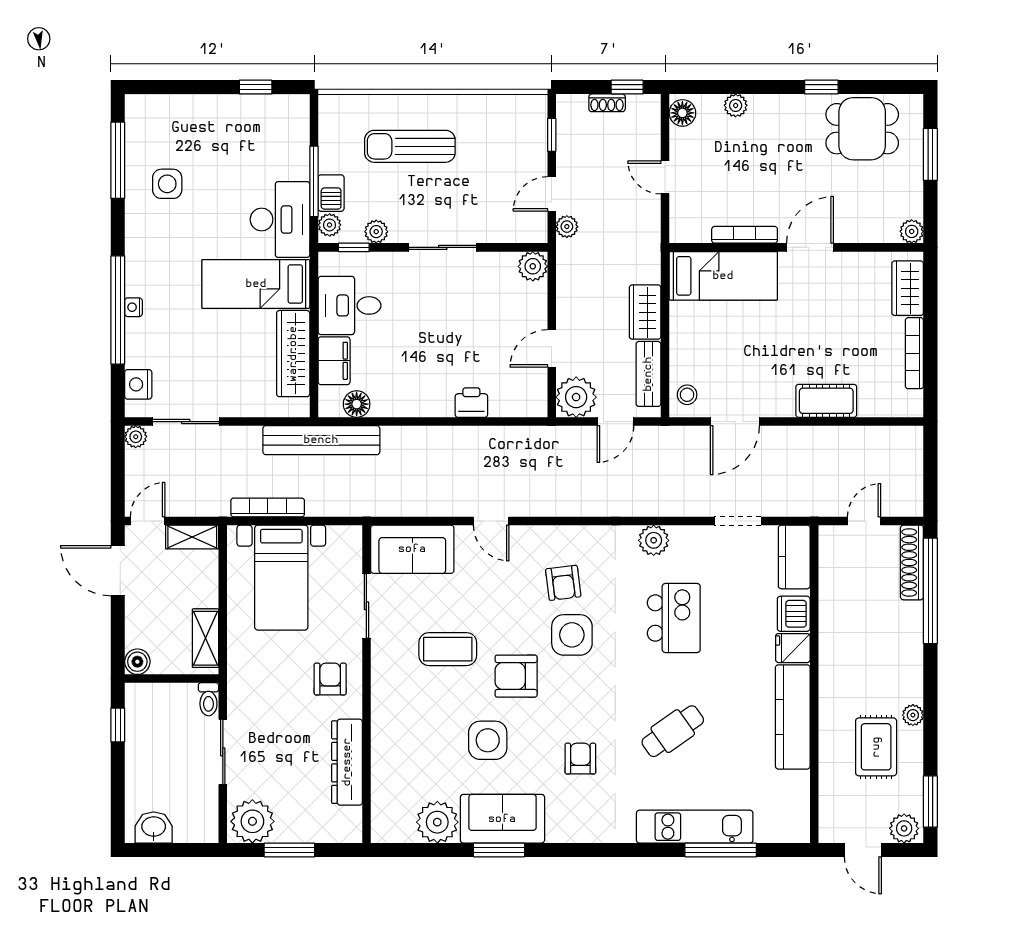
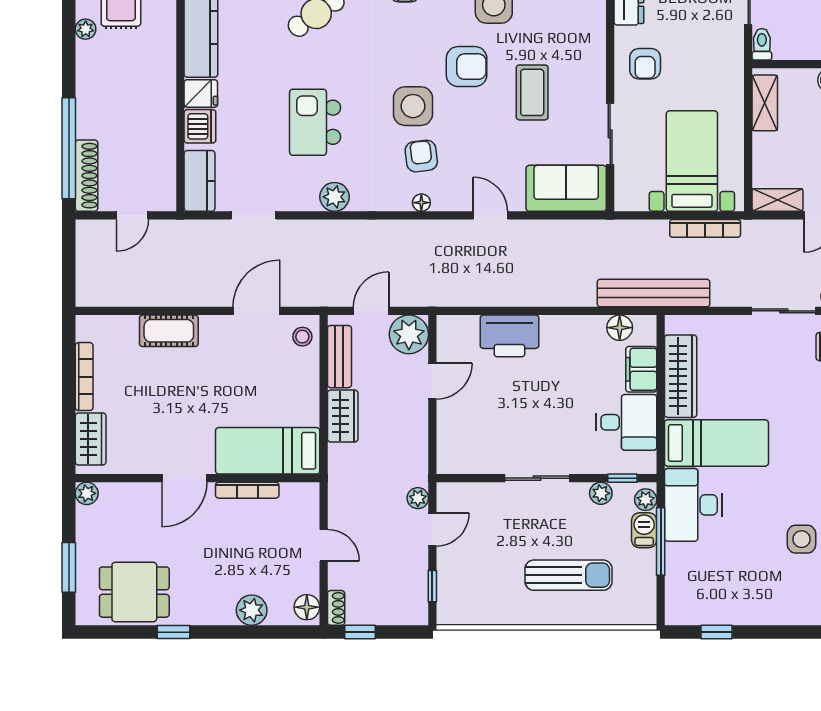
shoe rack: (607, 103) -> (336, 608), moved, turned 90
plant: (736, 105) -> (252, 610), width x1.38, depth x1.38
plant: (533, 266) -> (451, 460), removed
printer: (471, 403) -> (509, 336), width x1.87, depth x1.48
floor lamp: (563, 534) -> (421, 203), added
coffee table: (448, 649) -> (532, 92), turned 90

